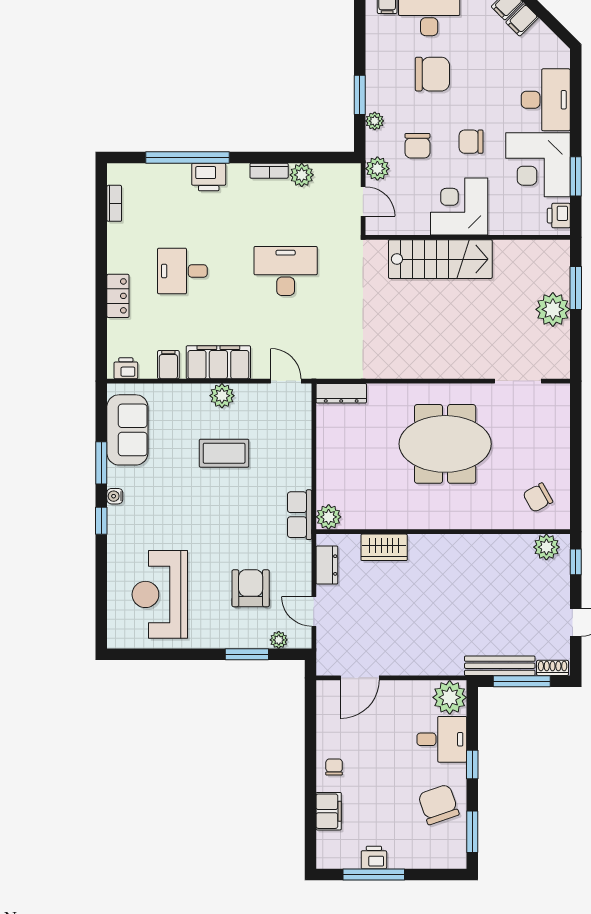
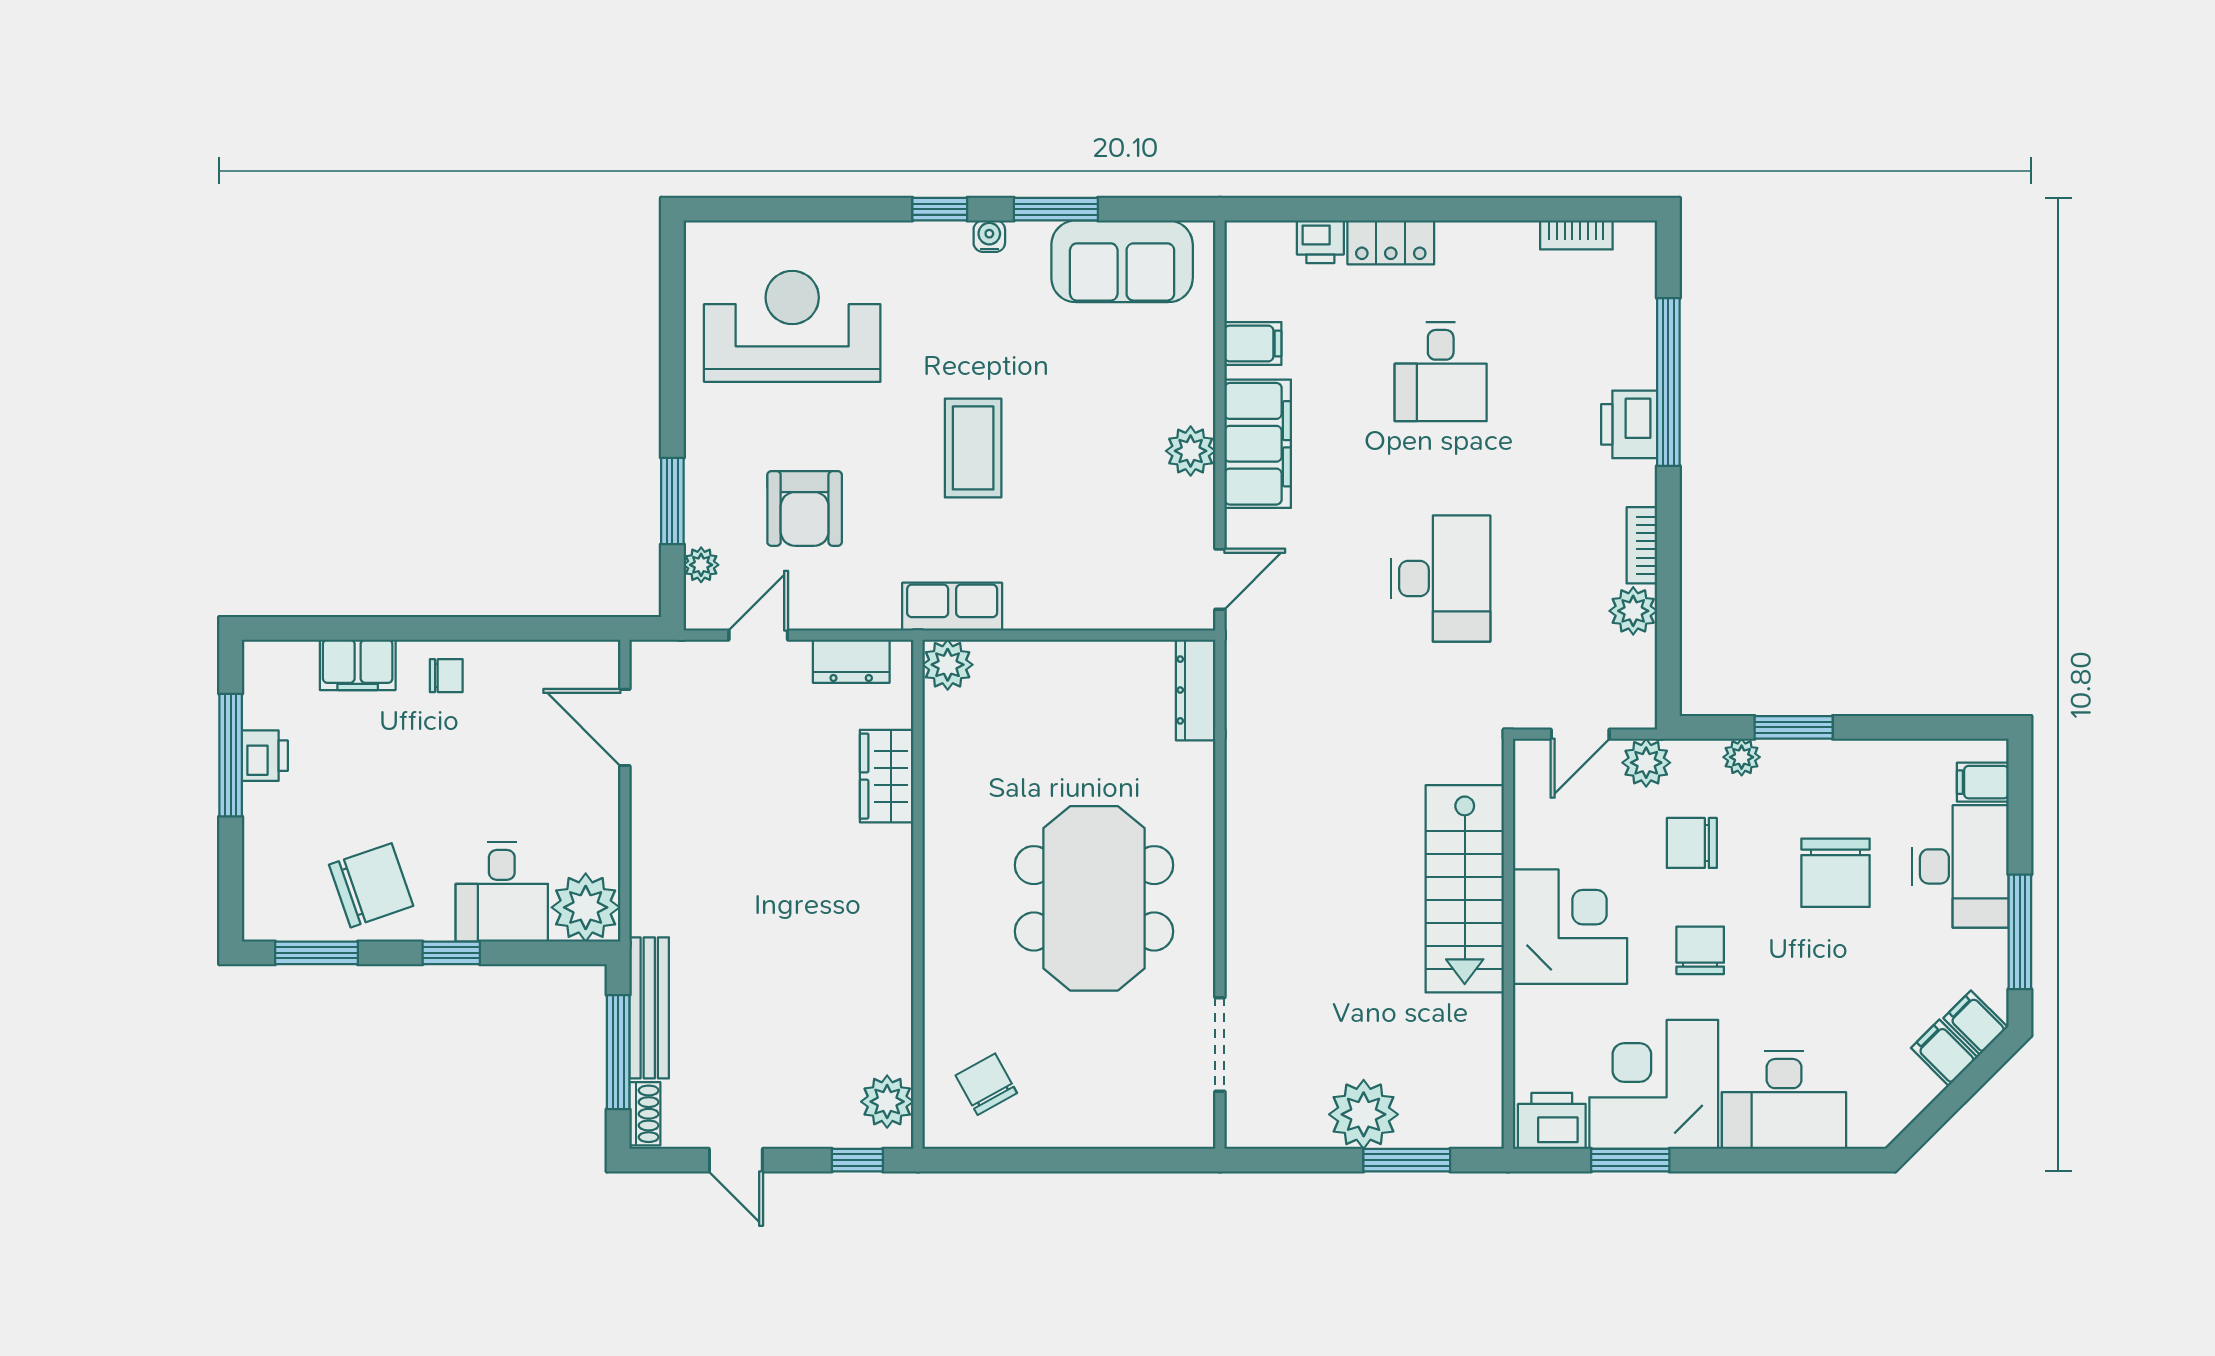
printer: (559, 216) -> (1552, 1121), width x1.36, depth x1.24
desk: (182, 271) -> (1441, 372), turned 180
printer: (126, 368) -> (1320, 242), moved, turned 90
coffee table: (224, 453) -> (973, 448), moved
armchair: (251, 588) -> (805, 508), turned 90

